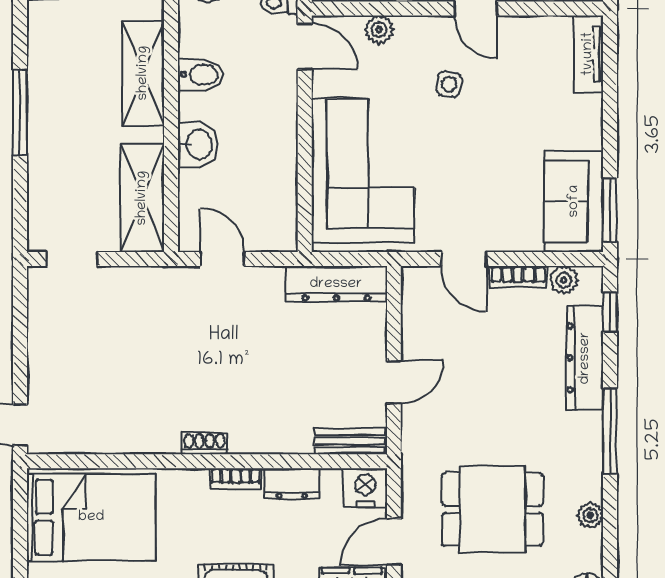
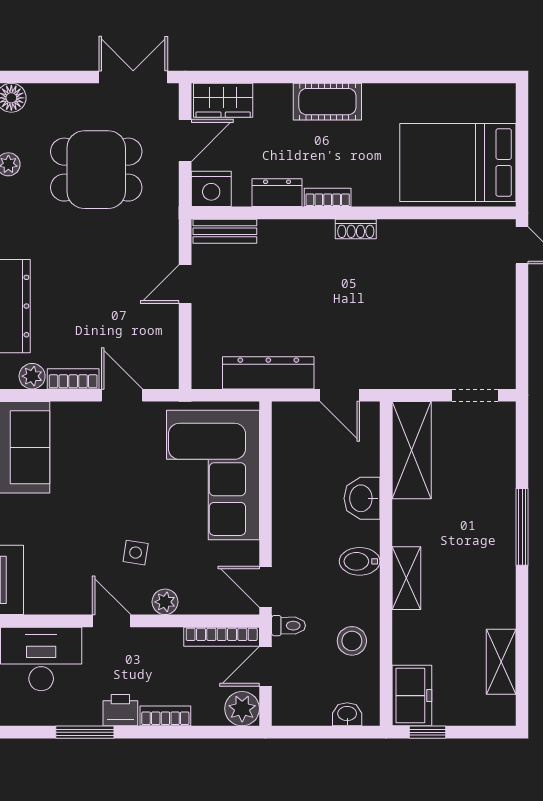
plant: (379, 30) -> (165, 602), moved
shelving: (143, 73) -> (406, 578), width x0.67, depth x0.75
dresser: (336, 284) -> (268, 373), moved

